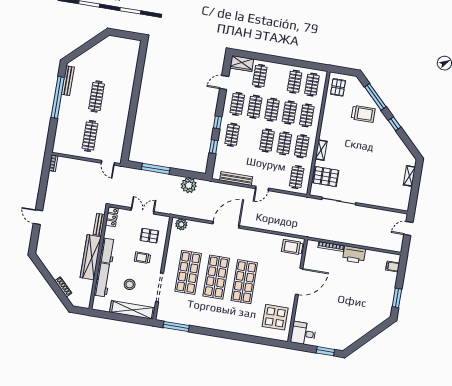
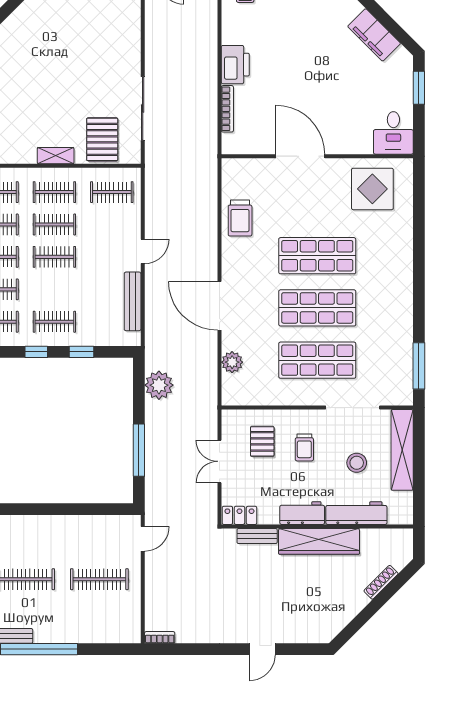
door: (262, 188) -> (143, 251), hinge flipped
plant: (181, 224) -> (232, 362), moved
trolley: (292, 247) -> (240, 218), moved
filing cabinet: (358, 332) -> (374, 35), added

